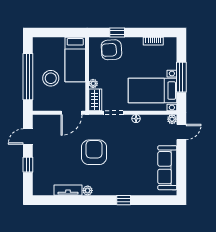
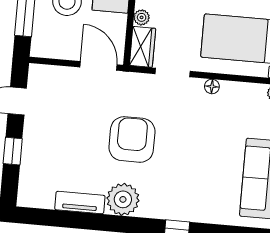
door: (72, 113) -> (98, 66), swing flipped
plant: (88, 190) -> (123, 199), width x1.87, depth x1.87

